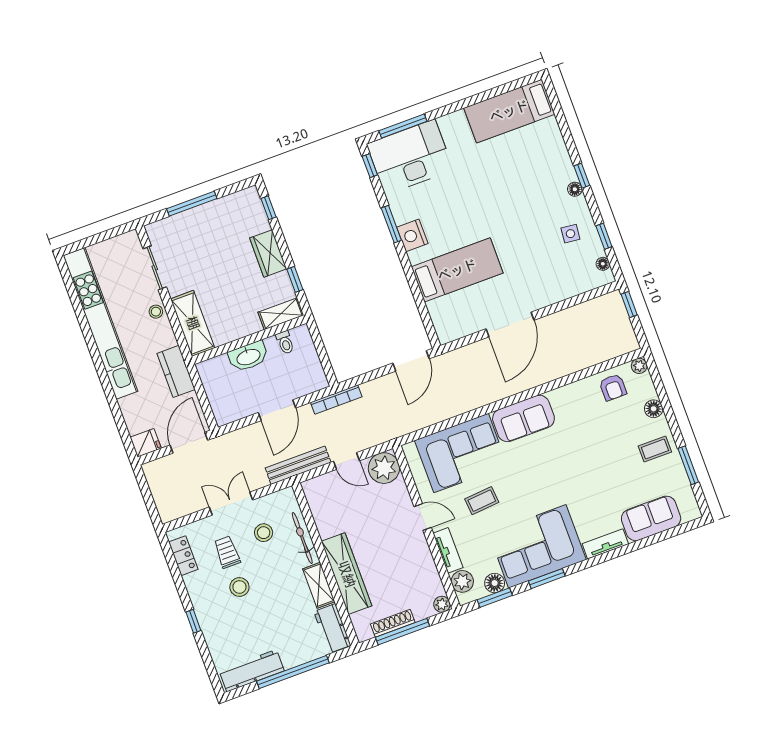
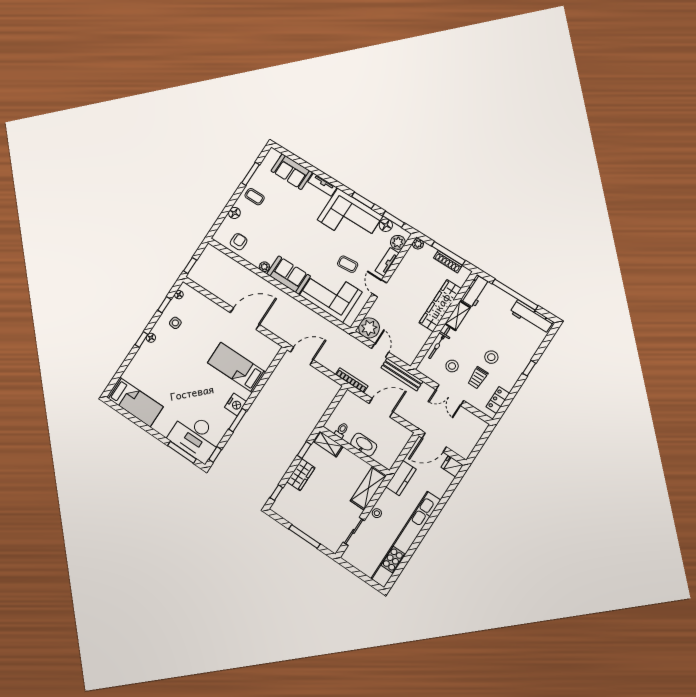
plant: (639, 366) -> (264, 267), moved

